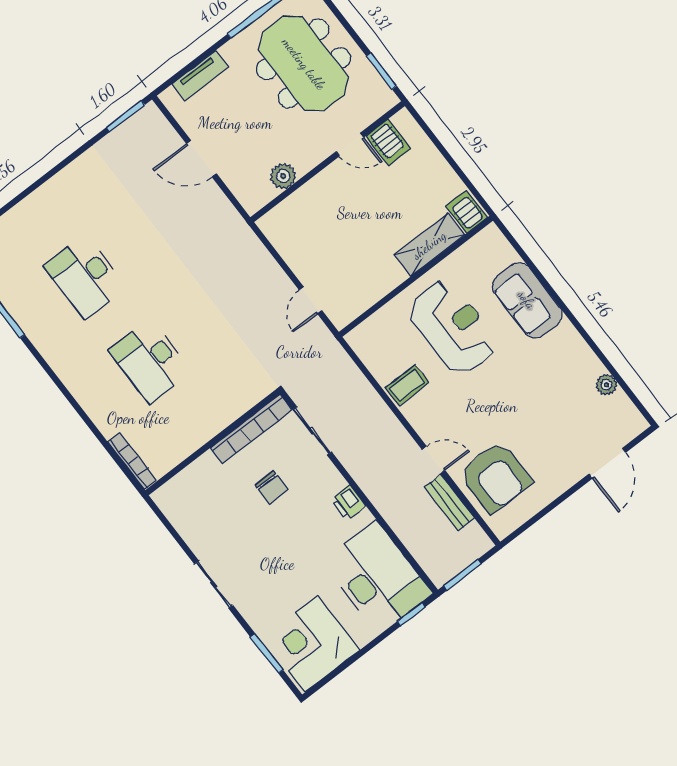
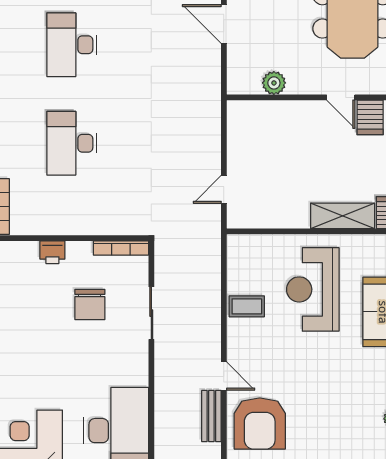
reception desk: (453, 327) -> (313, 289), turned 180
bookcase: (251, 429) -> (121, 248), width x0.68, depth x0.76
sliding door: (312, 431) -> (151, 313), moved
chair: (272, 487) -> (90, 305), width x1.37, depth x1.37
printer: (348, 503) -> (52, 252), moved, turned -90

